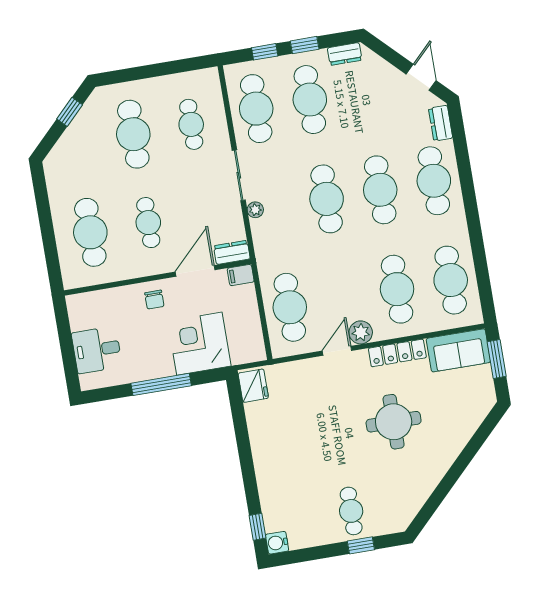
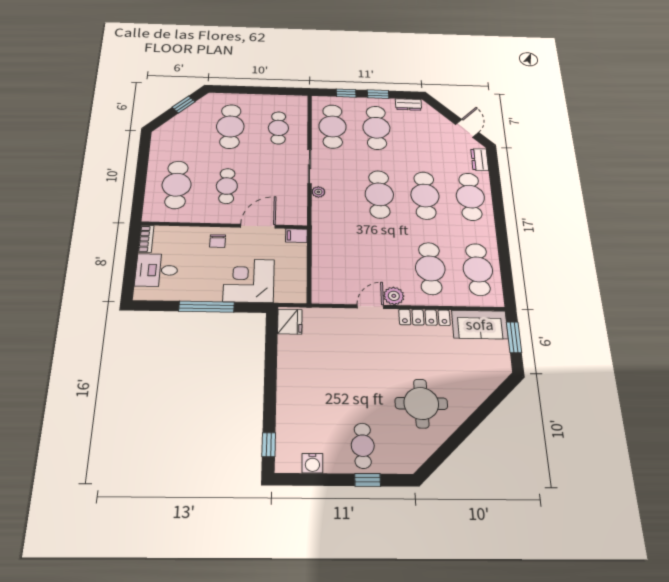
dresser: (232, 252) -> (292, 218), removed
cafe table: (290, 307) -> (334, 266), removed
bookcase: (75, 312) -> (146, 239), added
round table: (394, 422) -> (421, 403), moved
water cooler: (277, 543) -> (312, 463), moved, turned -90

